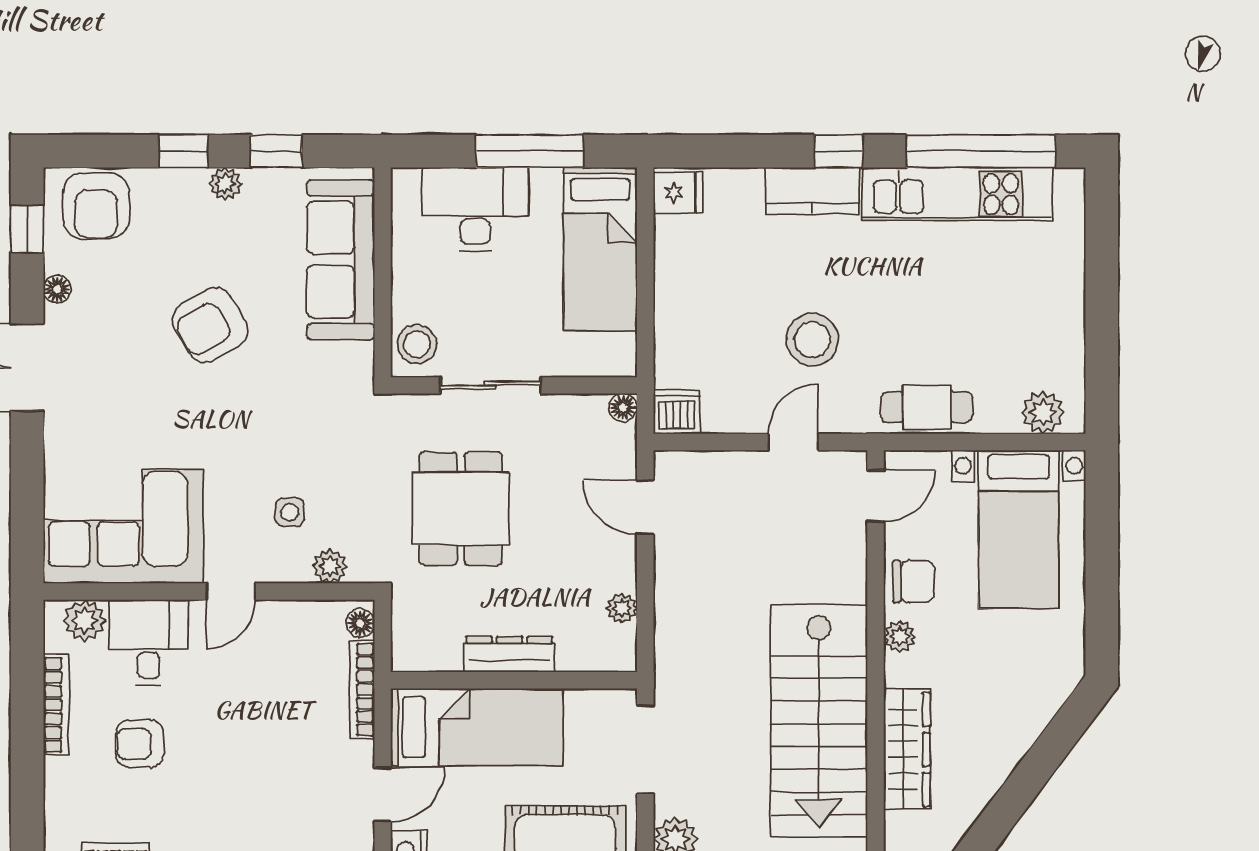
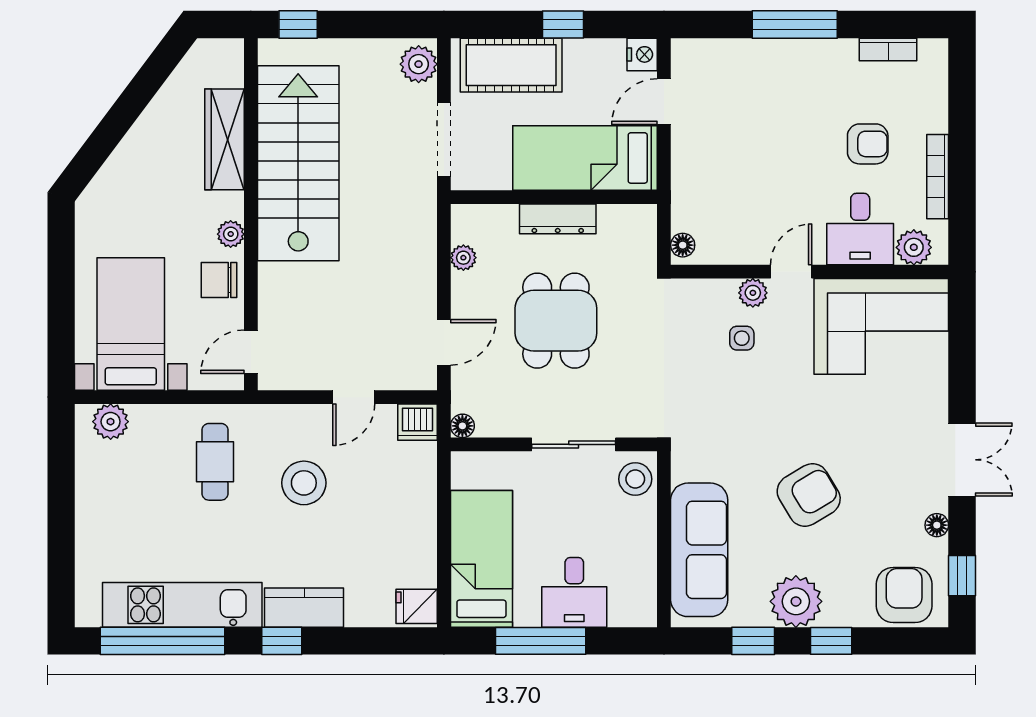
plant: (225, 184) -> (796, 601), width x1.87, depth x1.87
desk: (475, 209) -> (574, 592), width x0.73
cafe table: (927, 407) -> (215, 462), moved, turned 90
door: (793, 442) -> (354, 397), moved
door: (645, 507) -> (444, 342), hinge flipped
dining table: (461, 509) -> (556, 321), moved
plant: (330, 566) -> (753, 293), moved
bookcase: (362, 690) -> (681, 189), removed

